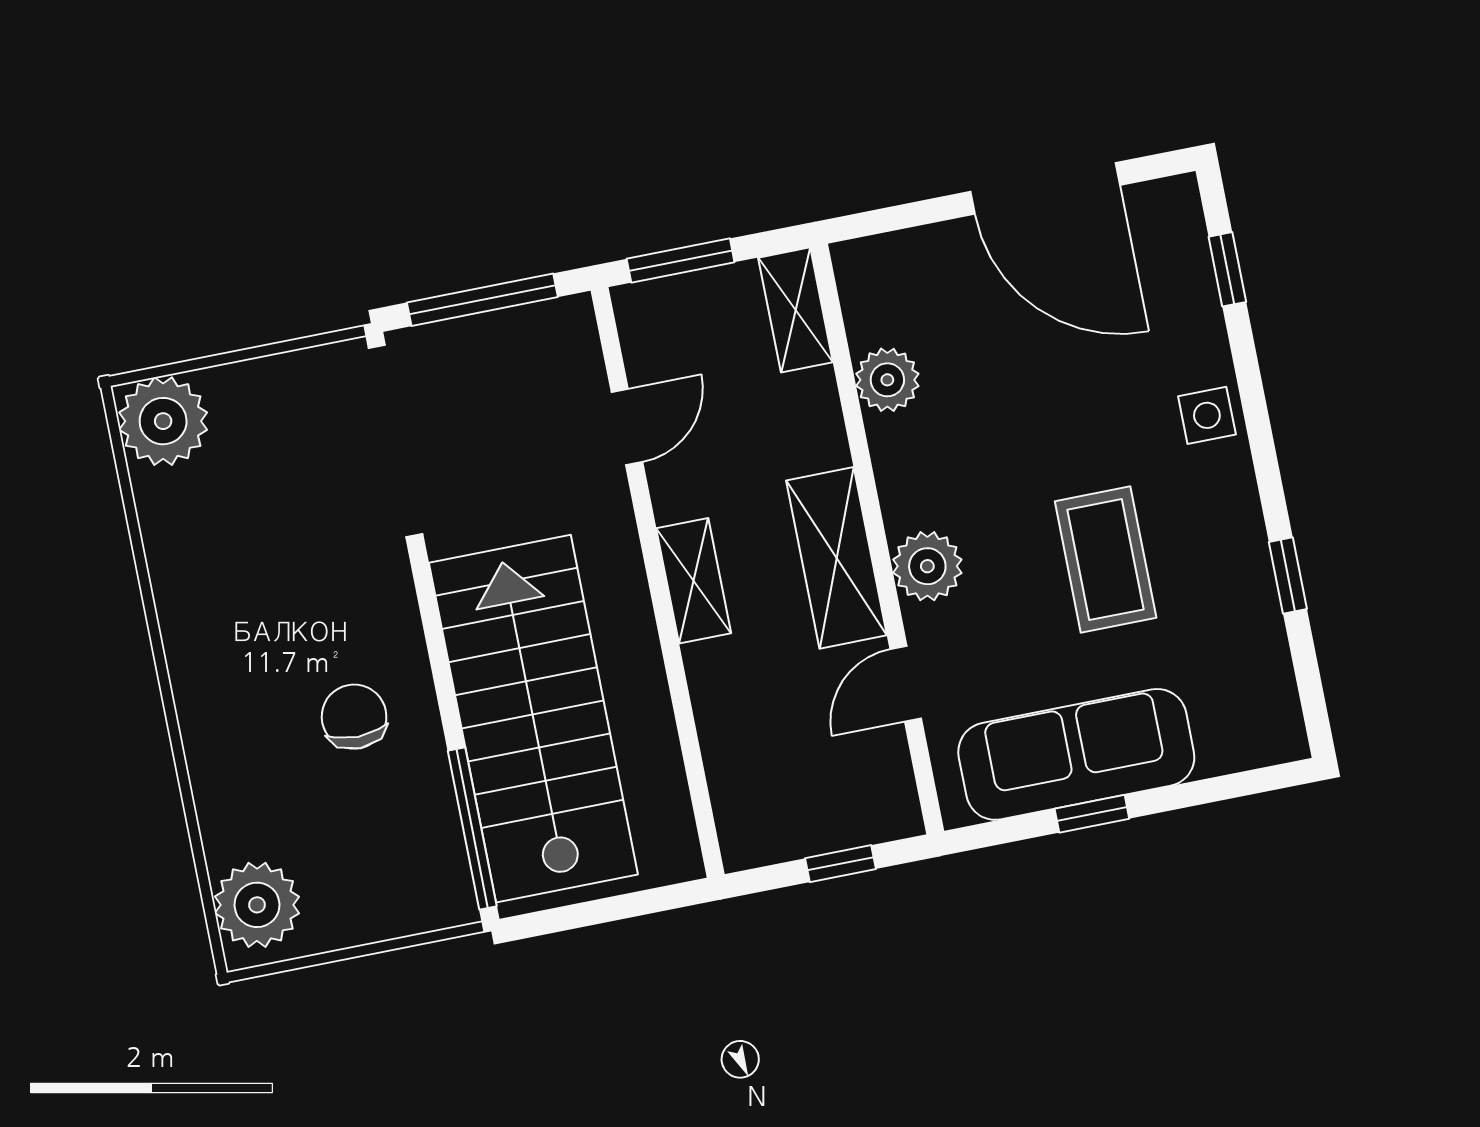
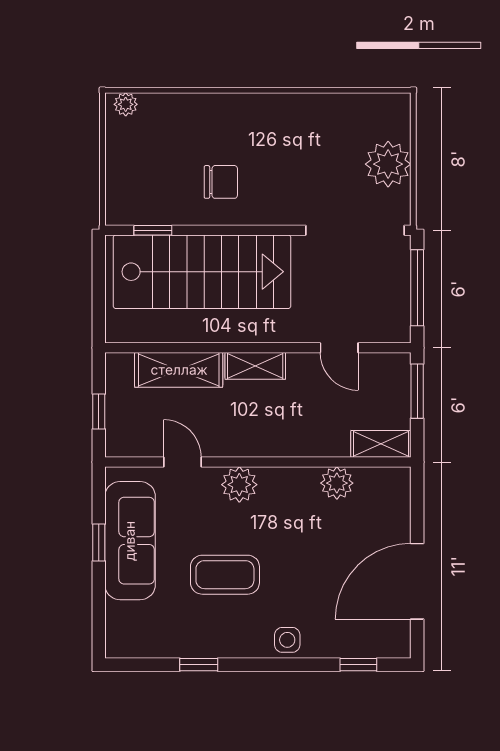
plant: (163, 421) -> (388, 164), moved
shelving: (837, 558) -> (179, 370), moved
window: (472, 829) -> (153, 230), width x0.46
plant: (257, 905) -> (126, 104), width x0.53, depth x0.53

